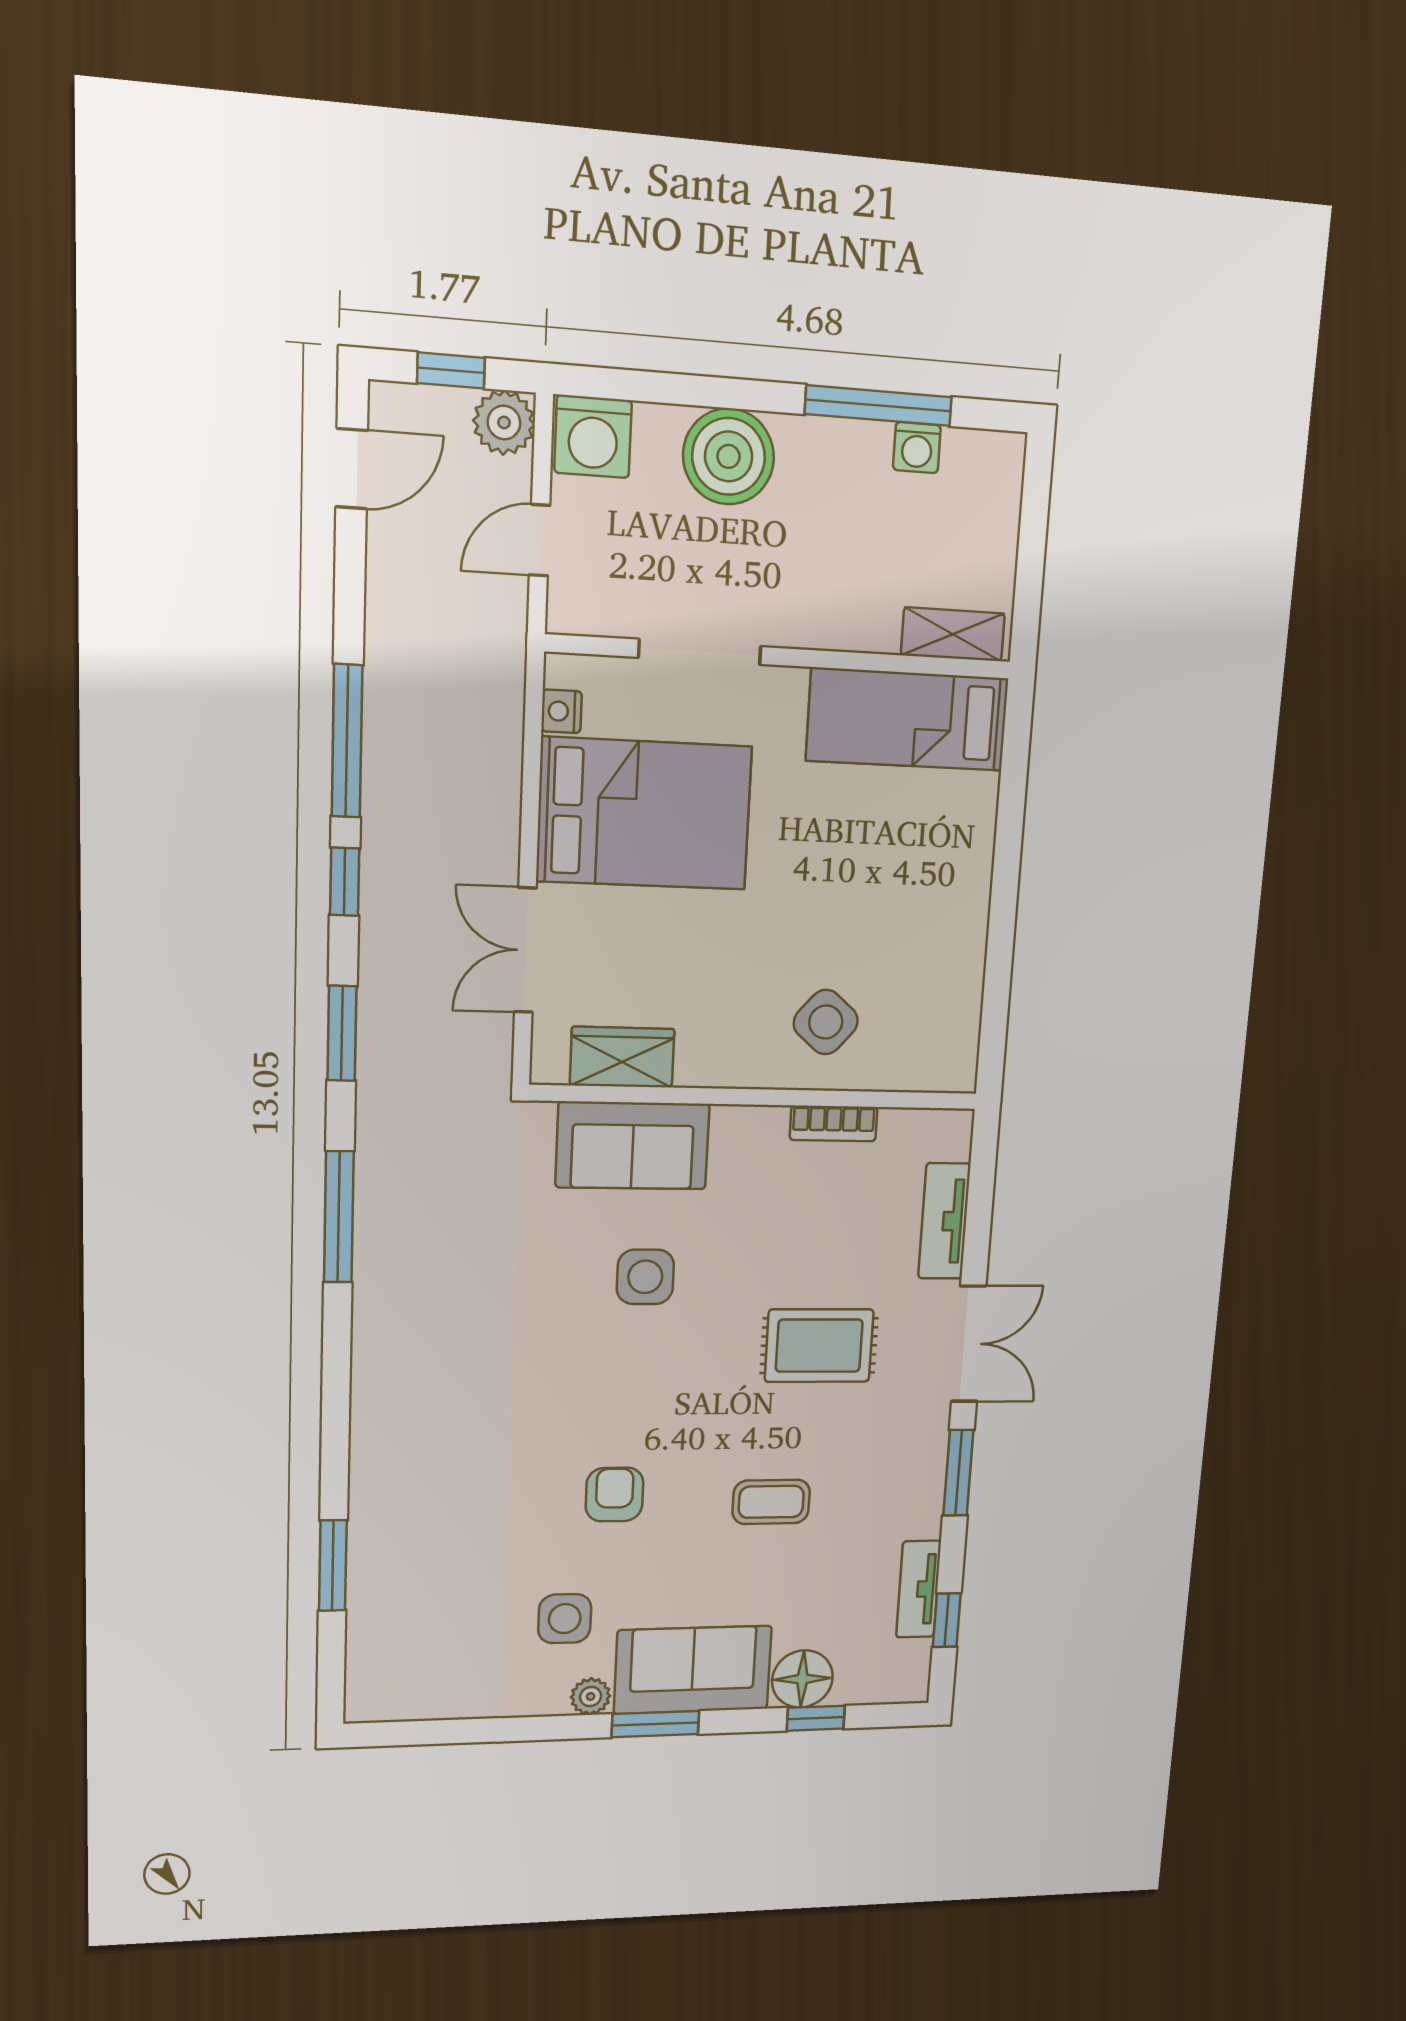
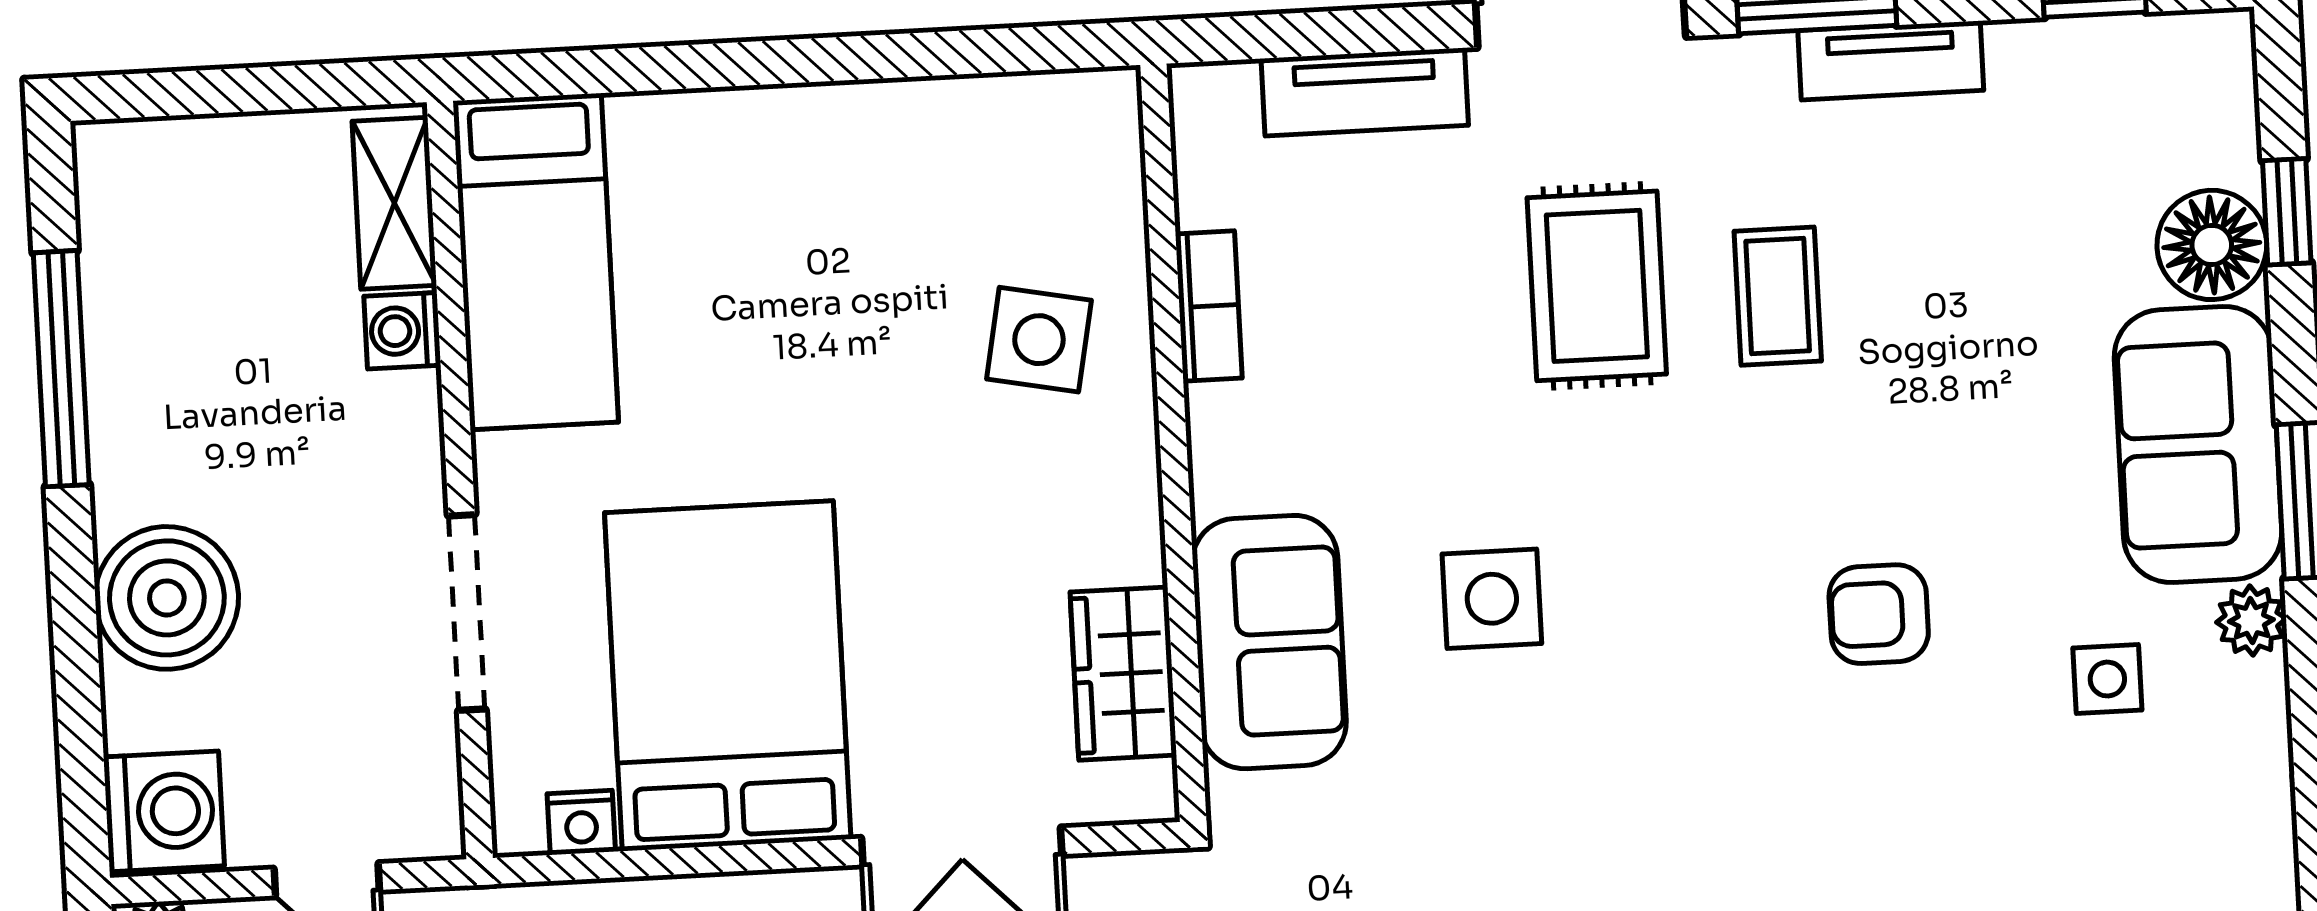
washing machine: (917, 448) -> (402, 331), moved, turned 180
side table: (826, 1022) -> (1039, 340), turned -30
coffee table: (771, 1502) -> (1778, 296), moved
tv unit: (919, 1589) -> (1891, 60), moved
side table: (565, 1619) -> (2107, 679), width x0.73, depth x0.73

